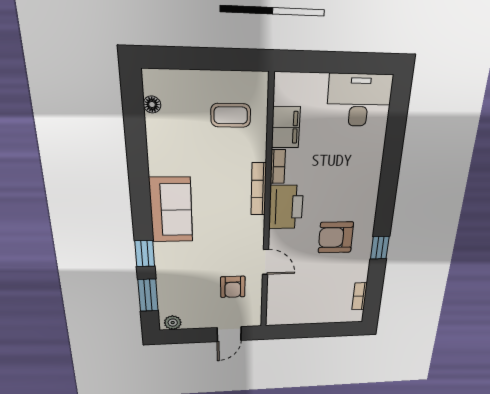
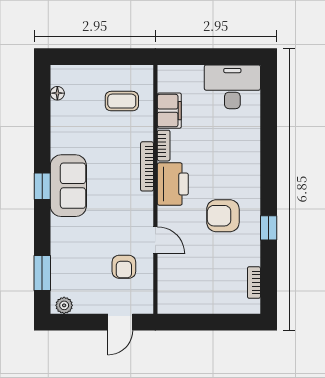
window: (145, 254) -> (42, 186), moved

